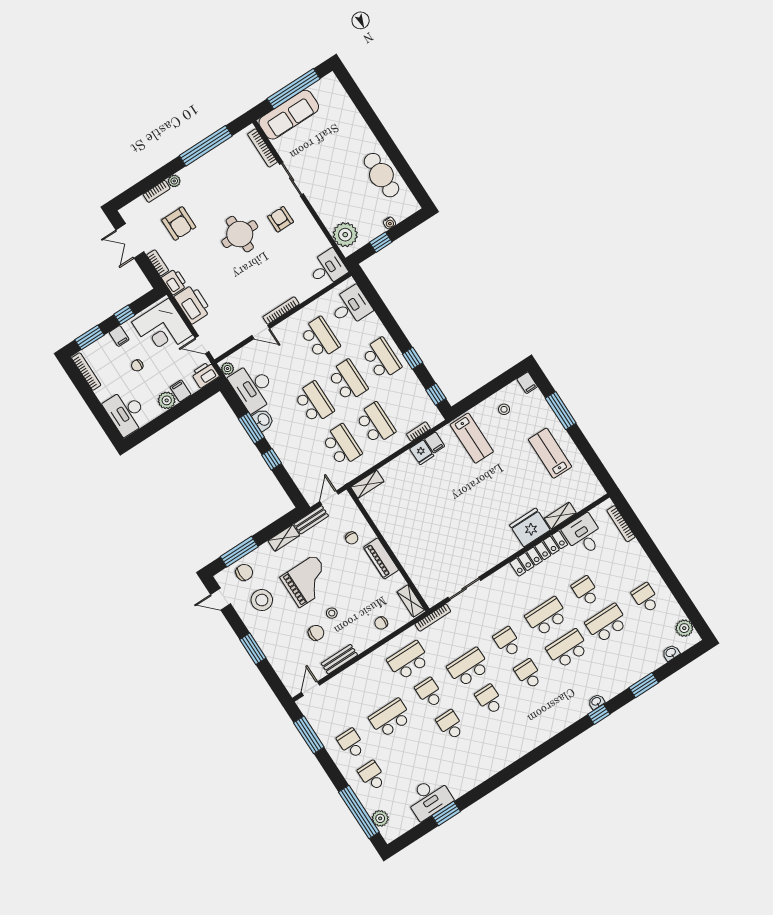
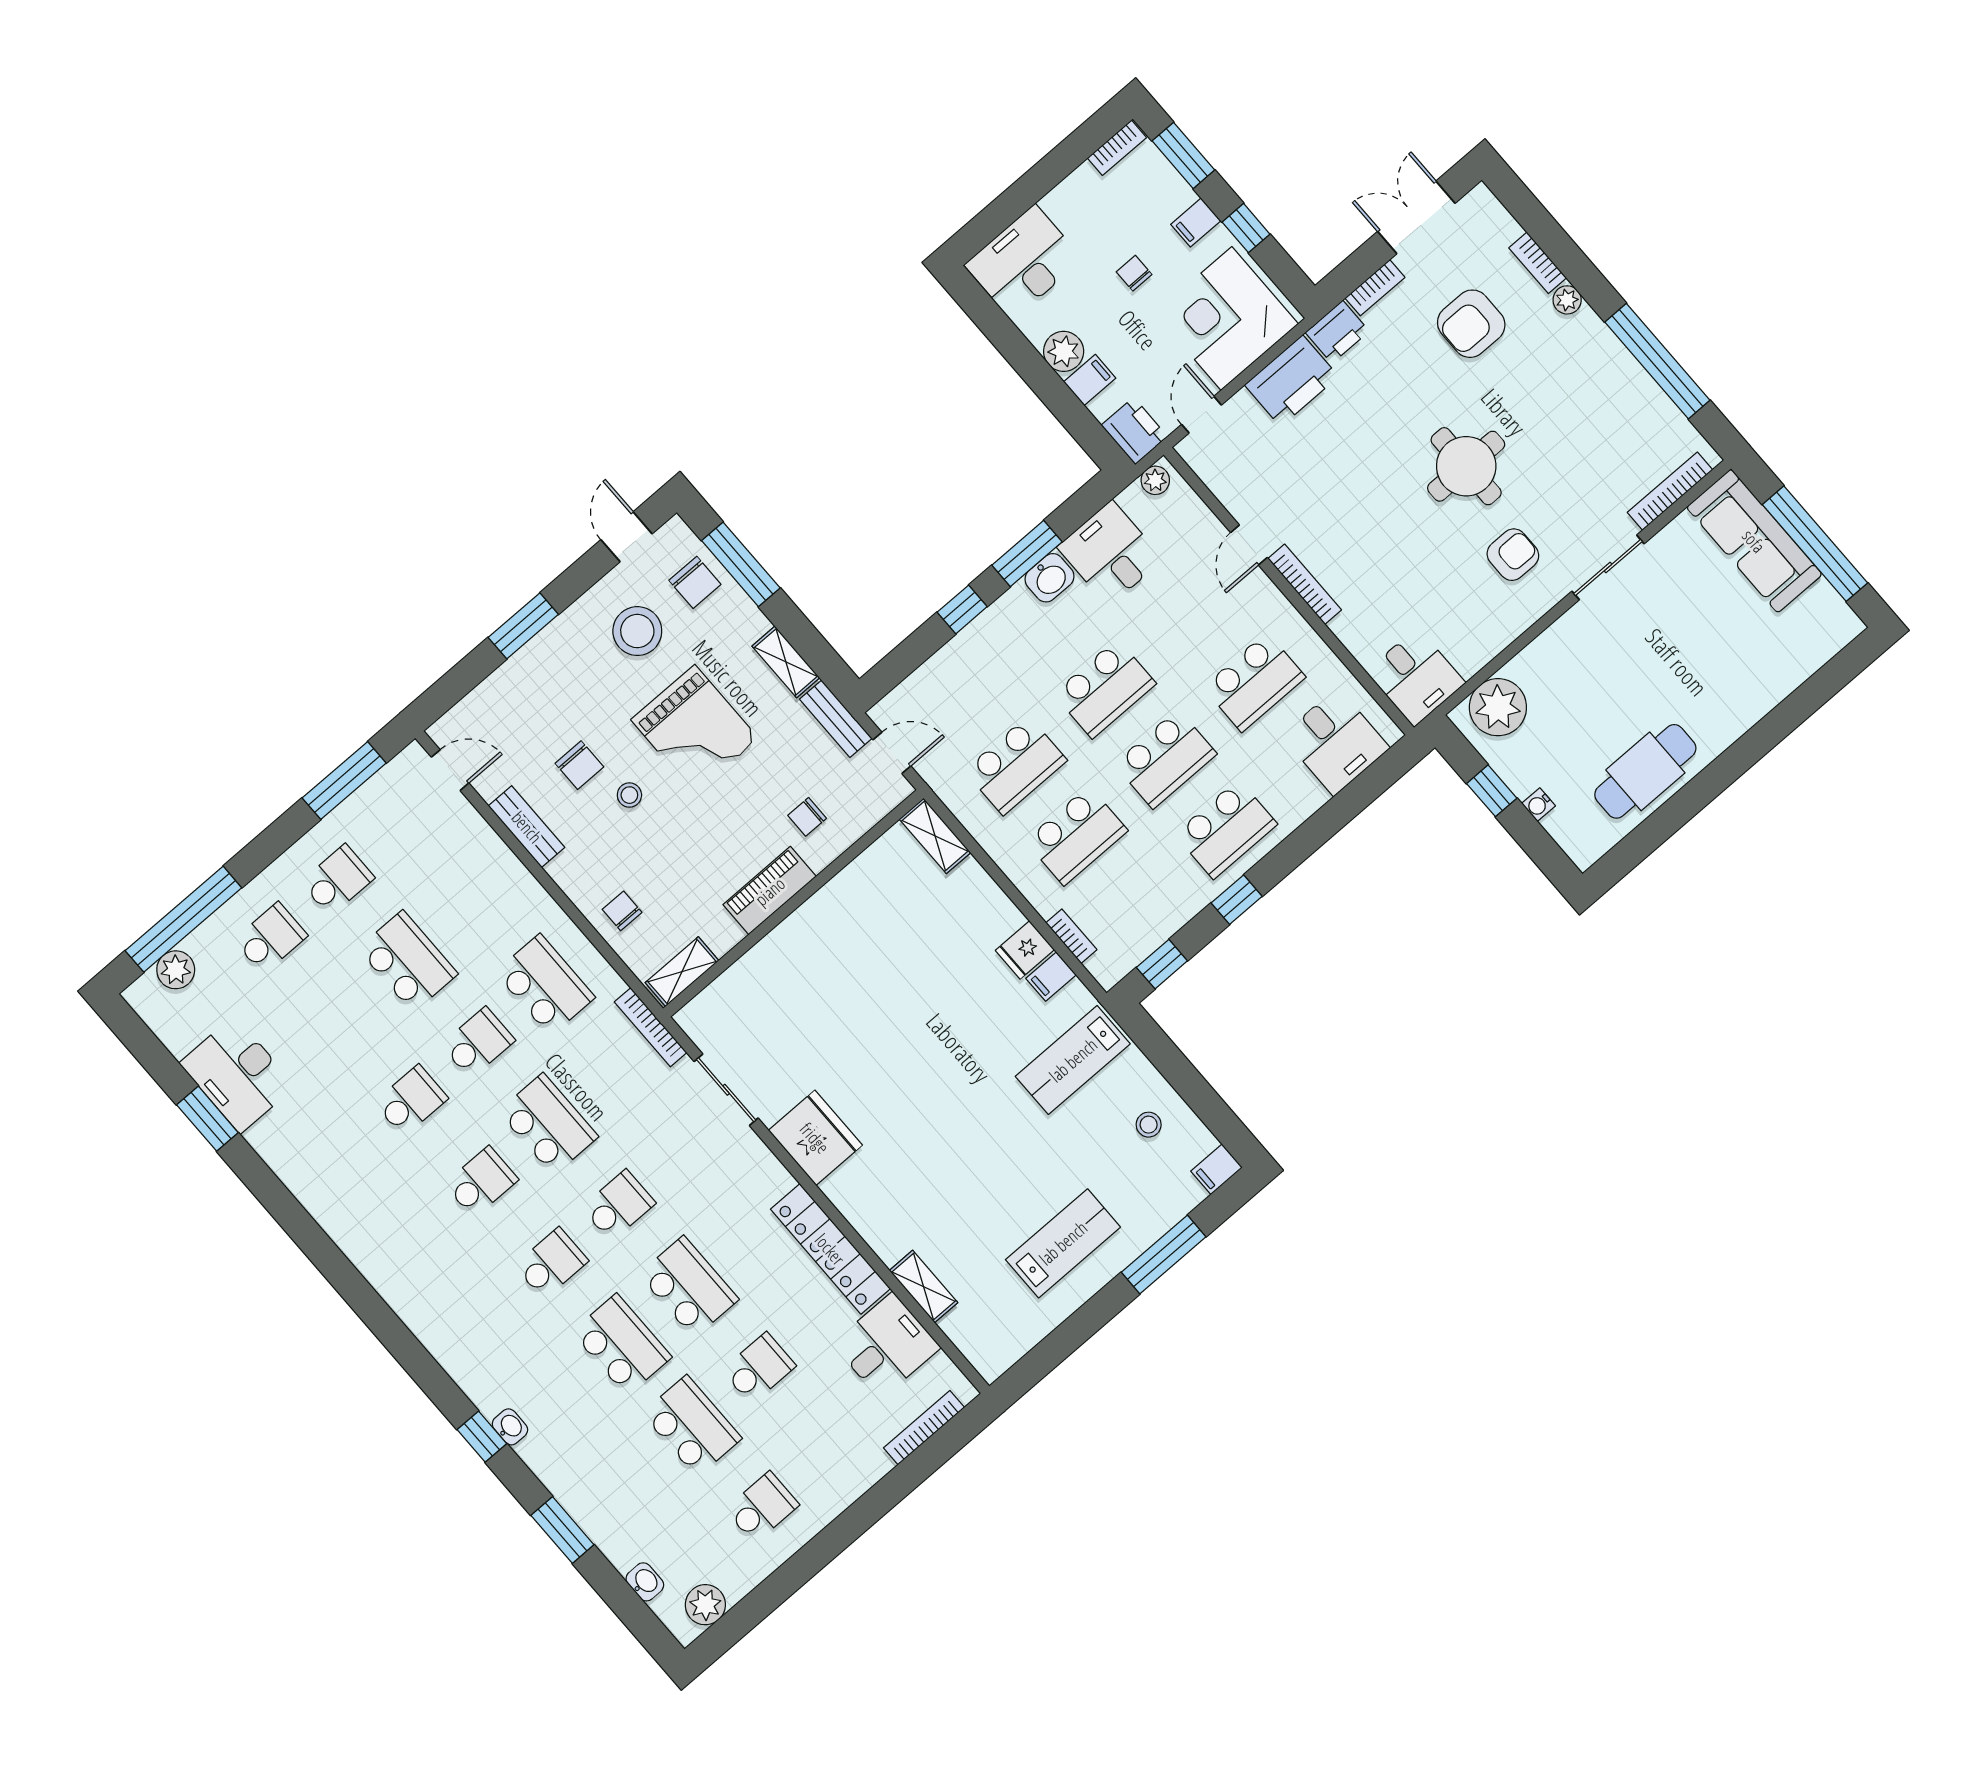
bookcase: (86, 371) -> (1117, 148), width x0.64
desk: (253, 387) -> (1110, 553), width x0.73
fridge: (530, 527) -> (815, 1138), moved

